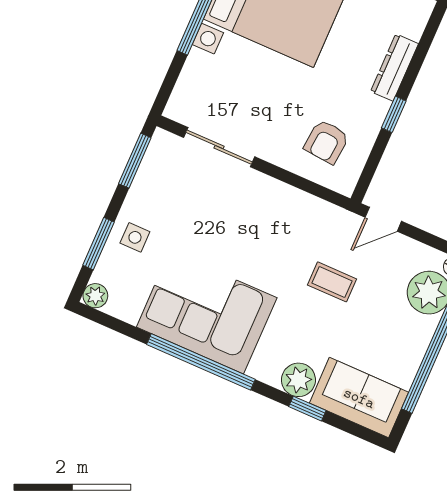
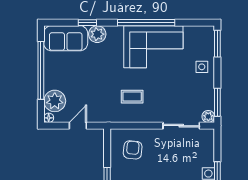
door: (383, 219) -> (78, 126), moved
window: (98, 244) -> (217, 44), moved
coffee table: (332, 282) -> (132, 97), moved
plant: (95, 296) -> (208, 116), moved

